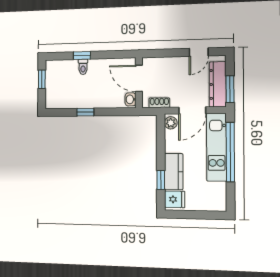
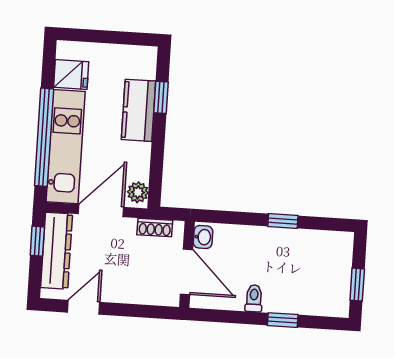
toilet: (83, 67) -> (254, 298), moved
window: (230, 89) -> (37, 241), width x0.67
fridge: (175, 199) -> (71, 75), moved, turned 180

